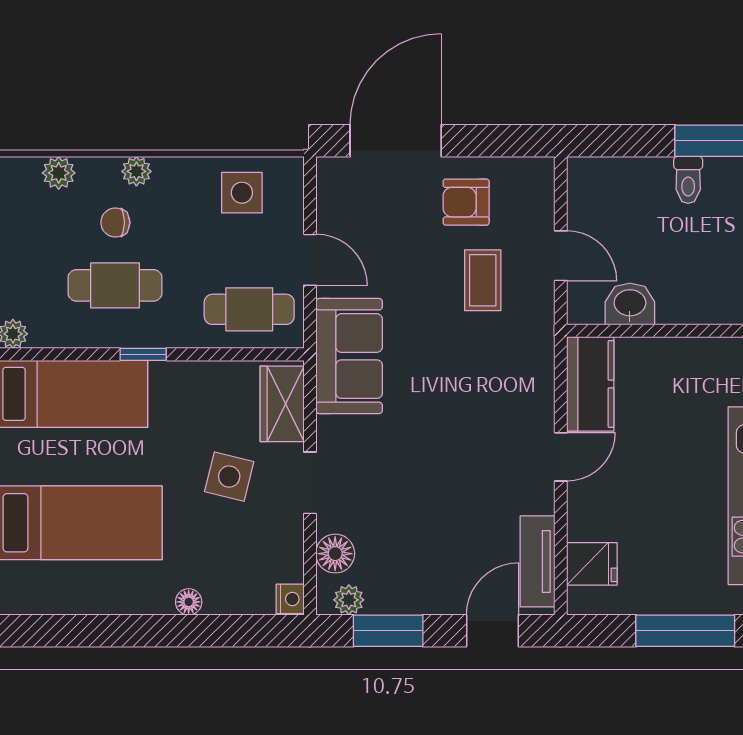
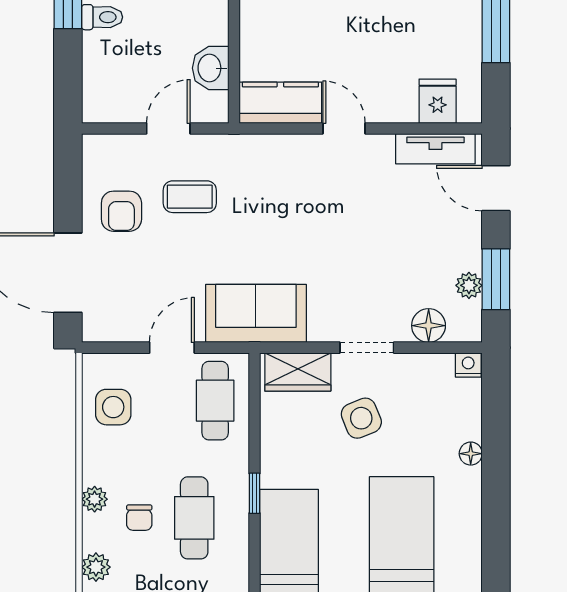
side table: (229, 477) -> (361, 418), turned -36
plant: (349, 600) -> (469, 285), moved

